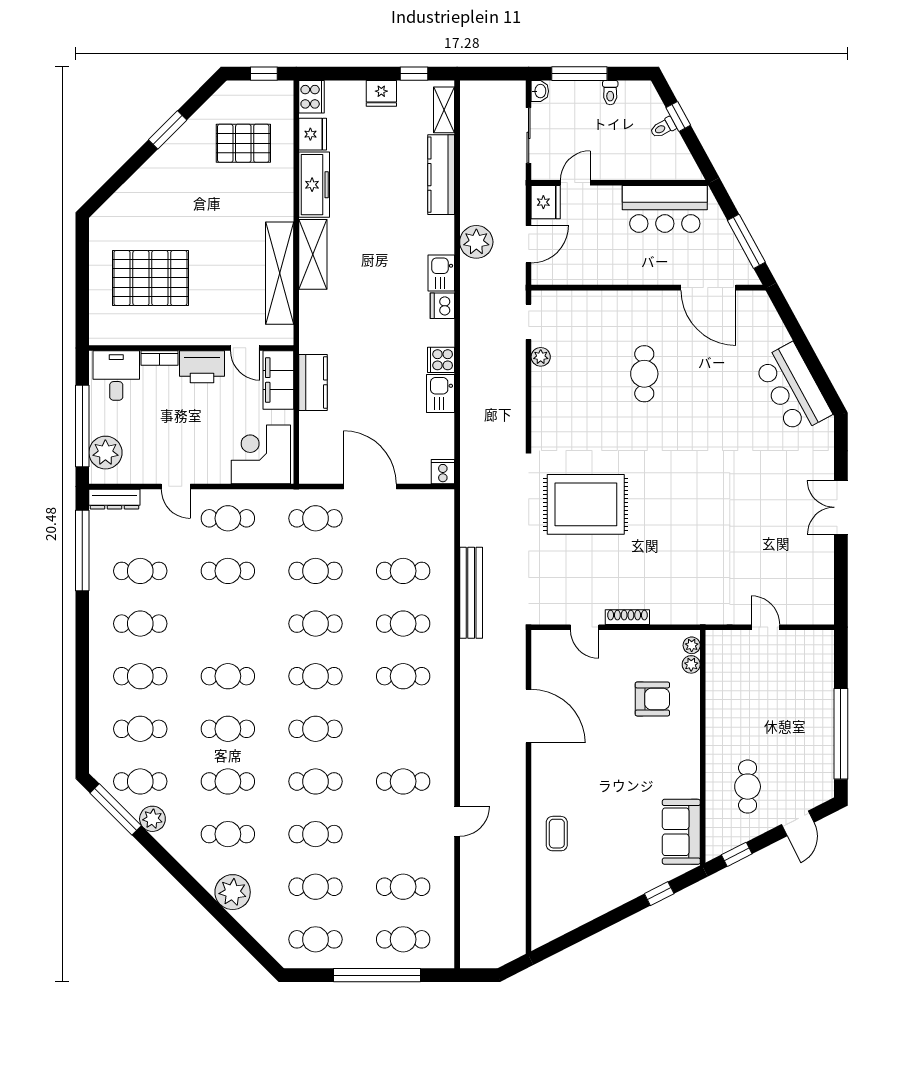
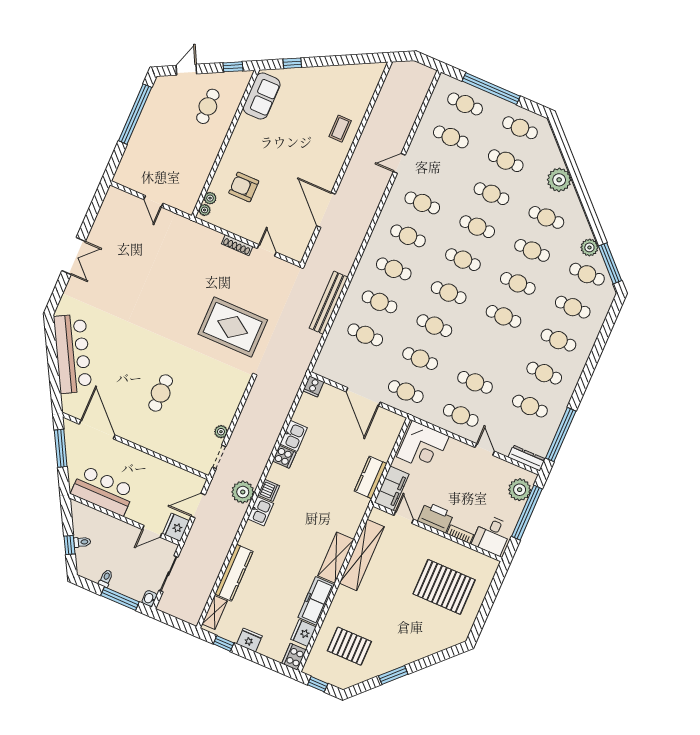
plant: (476, 242) -> (243, 492), moved
bar counter: (793, 389) -> (73, 354), width x1.36
cafe table: (403, 729) -> (408, 236), added

